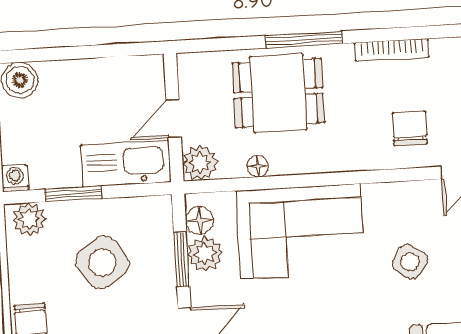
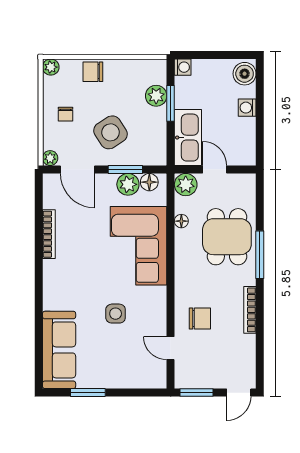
washing machine: (73, 73) -> (247, 108), added
plant: (29, 219) -> (156, 96), moved
side table: (102, 262) -> (111, 132), moved
side table: (410, 262) -> (116, 314), turned -36

